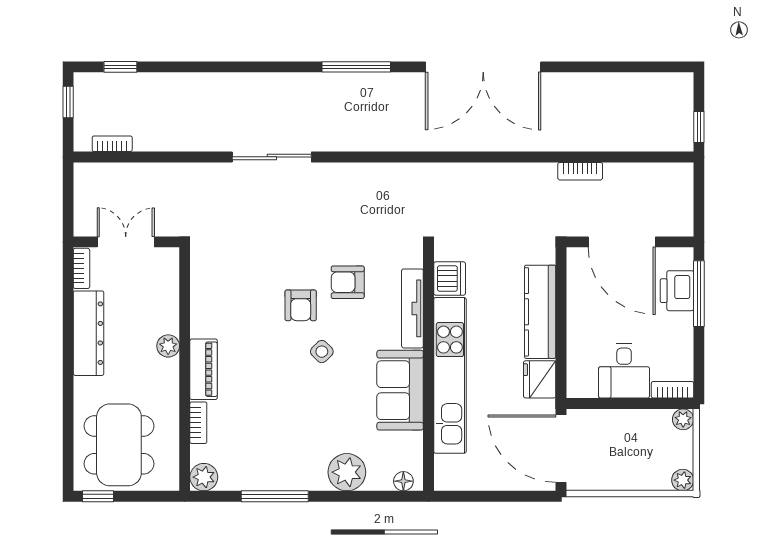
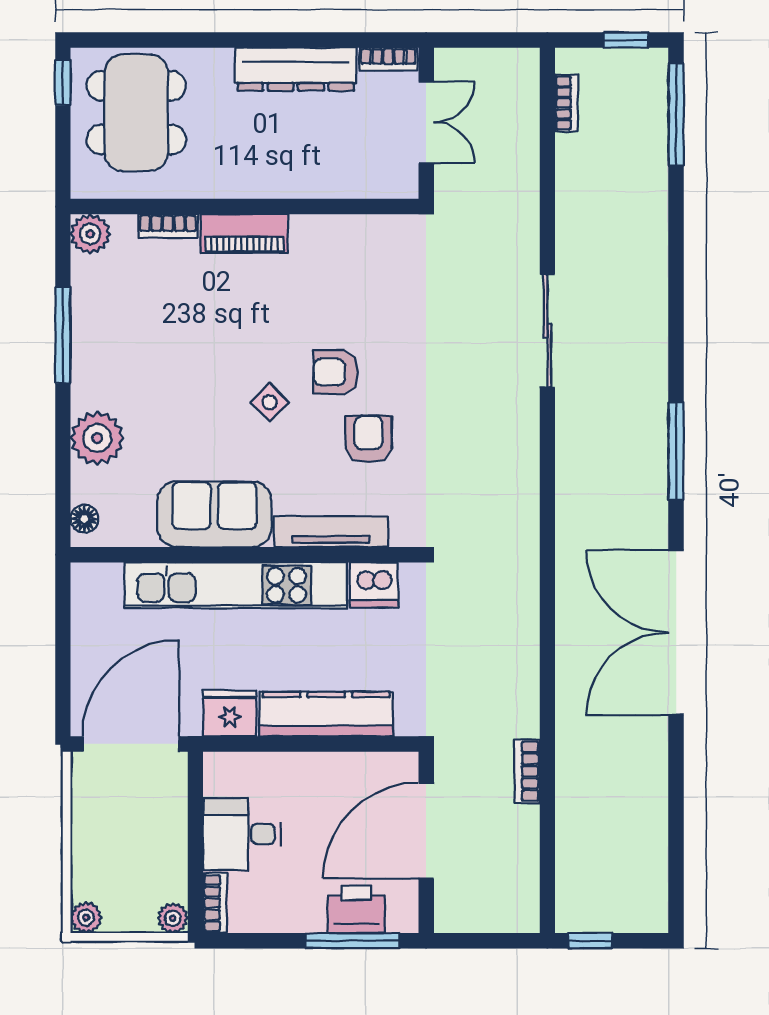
window: (120, 67) -> (676, 115), width x2.17
plant: (168, 346) -> (277, 183), removed
dining table: (119, 445) -> (136, 113), turned 90

